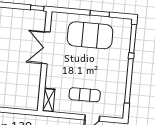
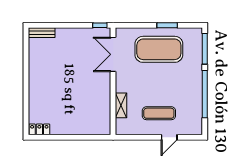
double door: (46, 48) -> (113, 54), moved
shelving: (49, 100) -> (121, 105), moved

